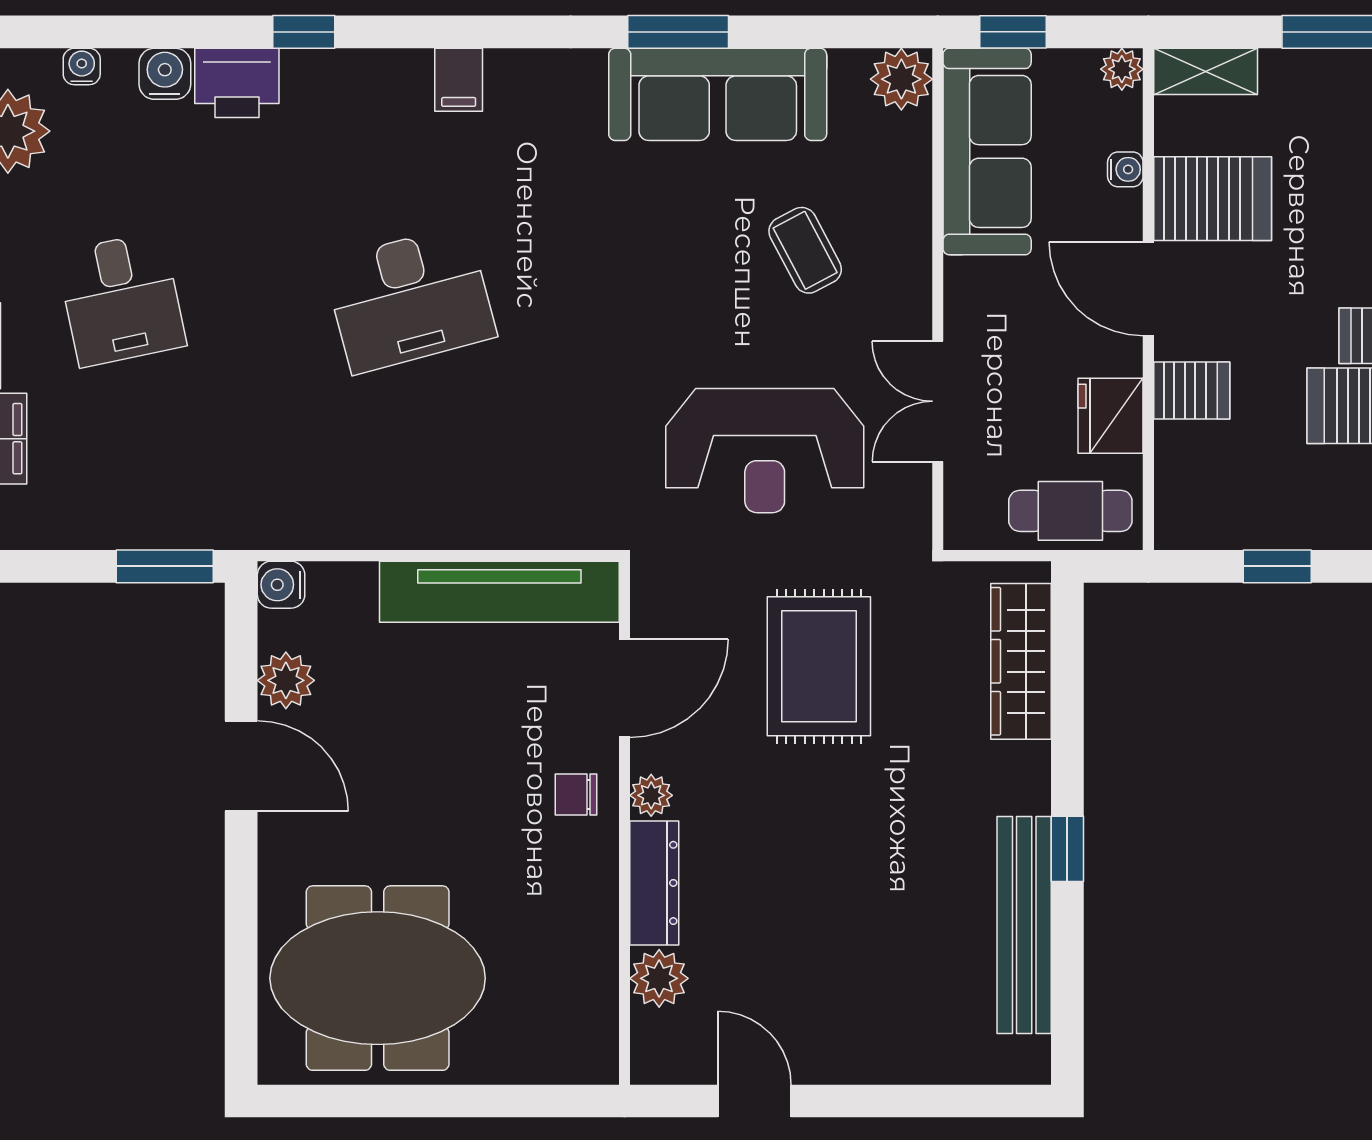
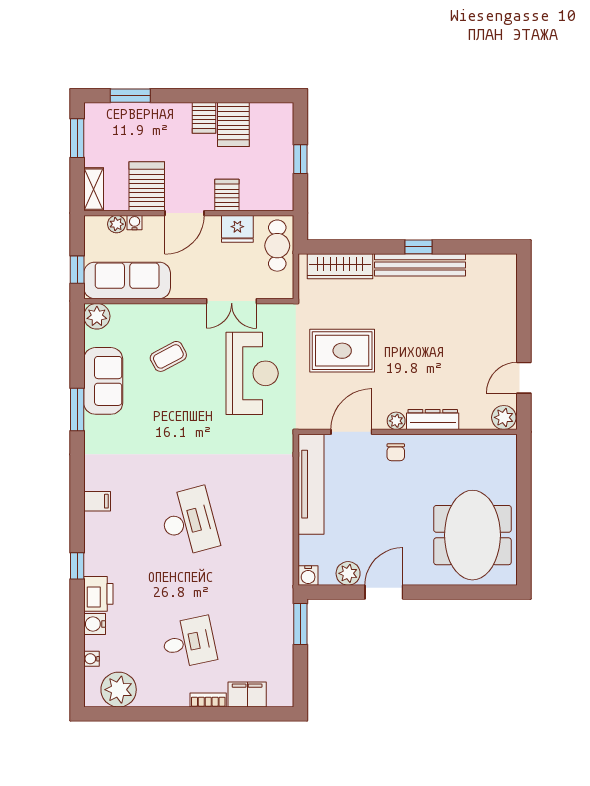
plant: (1122, 69) -> (117, 224), moved
sofa: (718, 94) -> (103, 381), width x0.73
door: (625, 688) -> (351, 432), hinge flipped
bench: (1024, 925) -> (420, 265), moved
plant: (659, 978) -> (504, 417), moved

